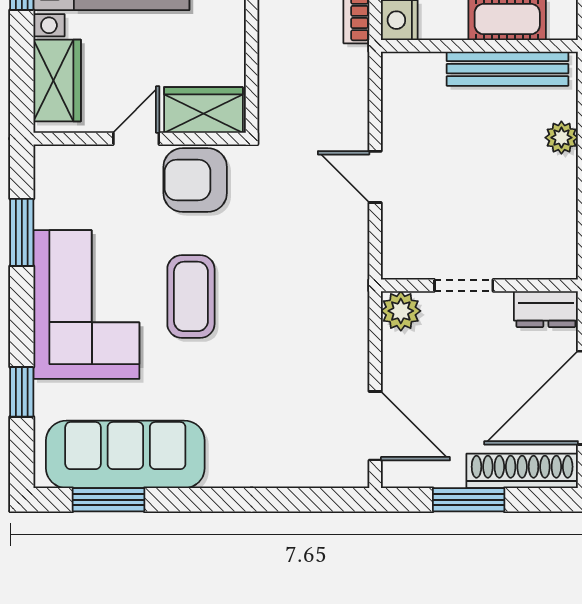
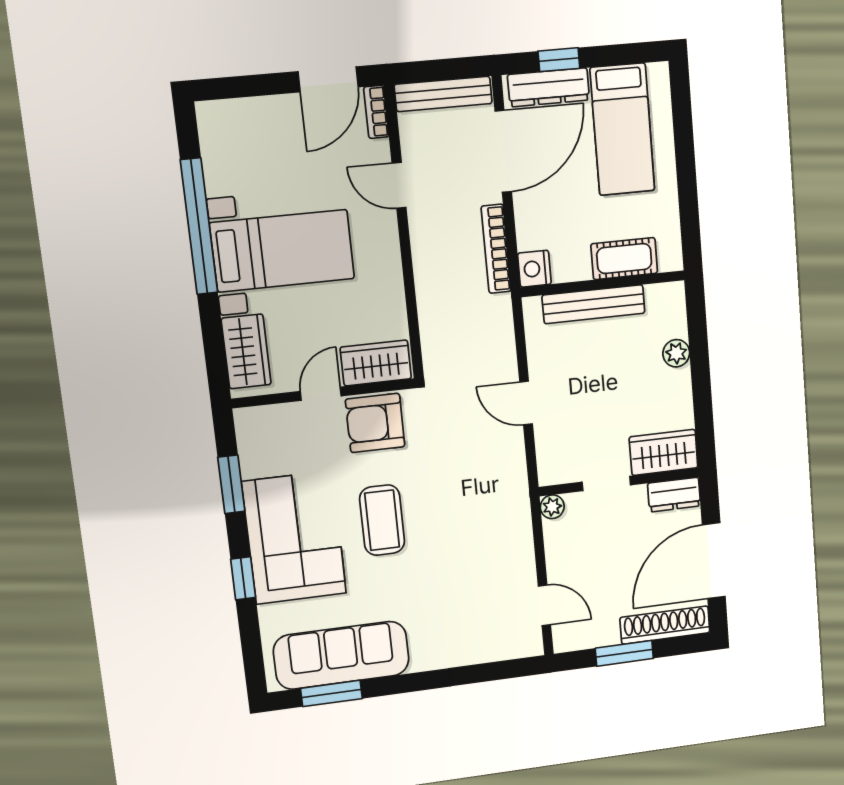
bench: (508, 69) -> (594, 304), moved
wardrobe: (537, 256) -> (664, 452), added
plant: (401, 311) -> (552, 507), width x0.73, depth x0.73
window: (22, 392) -> (243, 578), moved
door: (375, 426) -> (544, 605), width x0.73

